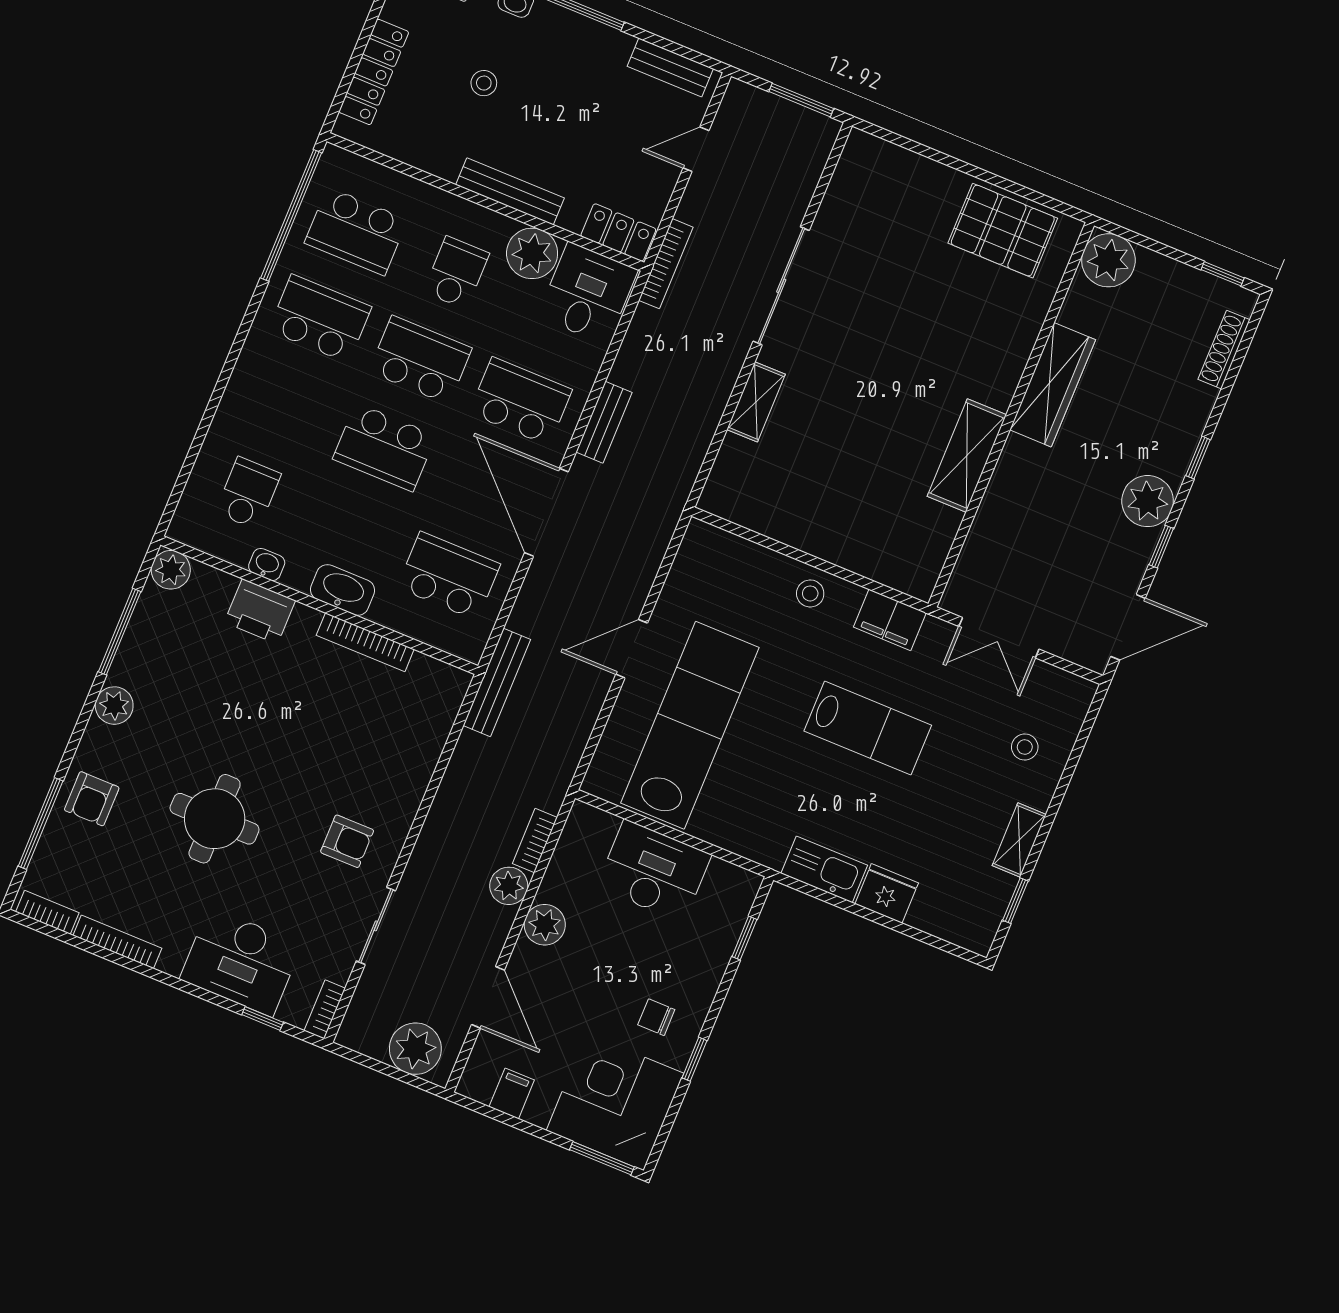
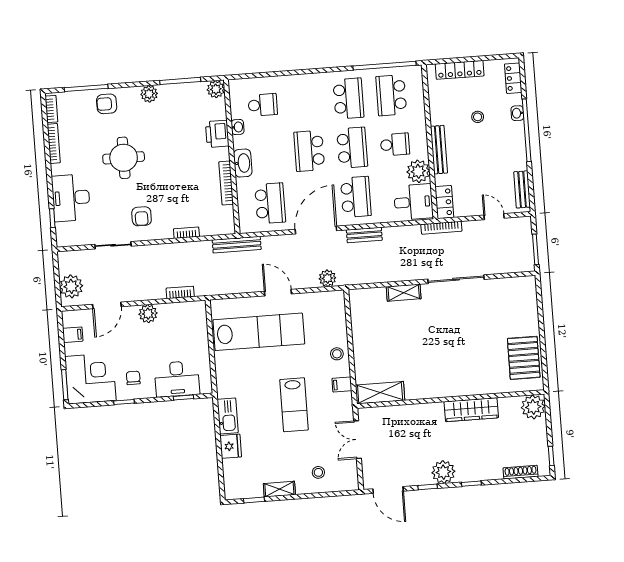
shelving: (967, 455) -> (380, 393), moved
filing cabinet: (890, 620) -> (342, 385), width x0.50
desk: (654, 871) -> (177, 379), moved, turned 90
plant: (509, 886) -> (327, 278), moved
bookcase: (325, 1009) -> (186, 233), moved

